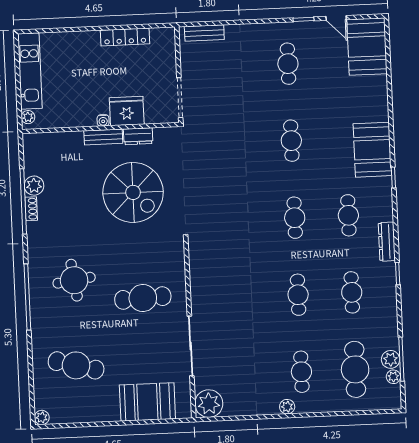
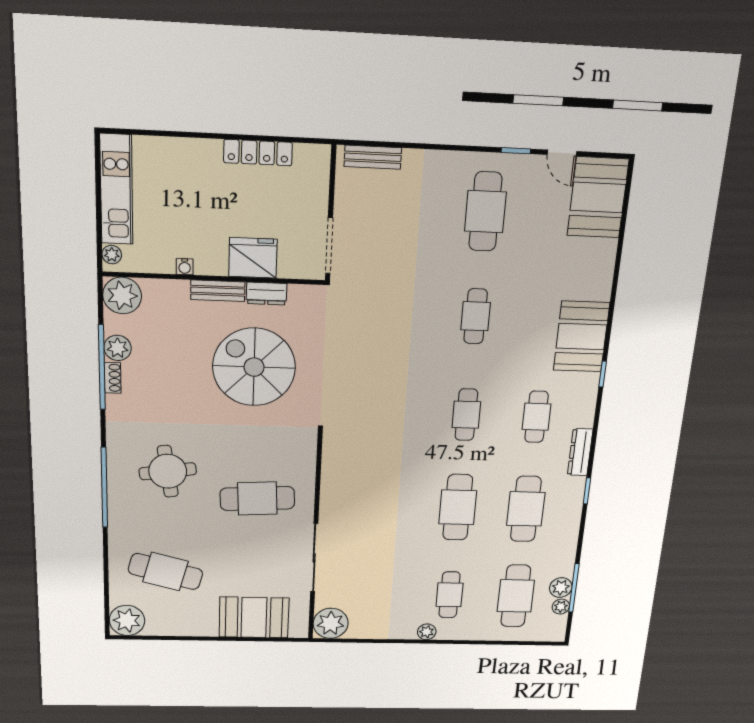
cafe table: (288, 64) -> (485, 212), width x1.37, depth x1.35
water cooler: (103, 120) -> (185, 267), moved
plant: (36, 146) -> (122, 296), added
spiral stairs: (133, 192) -> (254, 367), turned 180
cafe table: (352, 292) -> (526, 509), width x1.37, depth x1.35
cafe table: (298, 295) -> (458, 507), width x1.37, depth x1.35
plant: (42, 418) -> (127, 620), width x1.87, depth x1.87

